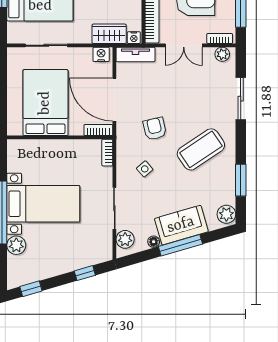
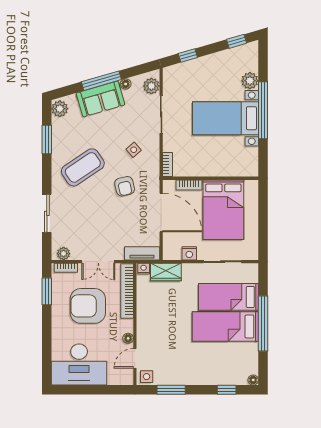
double door: (184, 45) -> (98, 262), swing flipped
nightstand: (101, 54) -> (189, 253), moved
bookcase: (98, 130) -> (189, 185), moved

